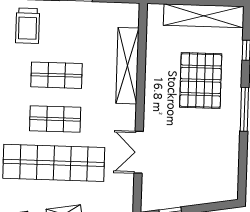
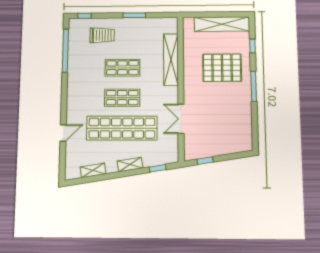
trolley: (28, 26) -> (102, 35), turned -90
pallet: (201, 80) -> (222, 68), turned 90

